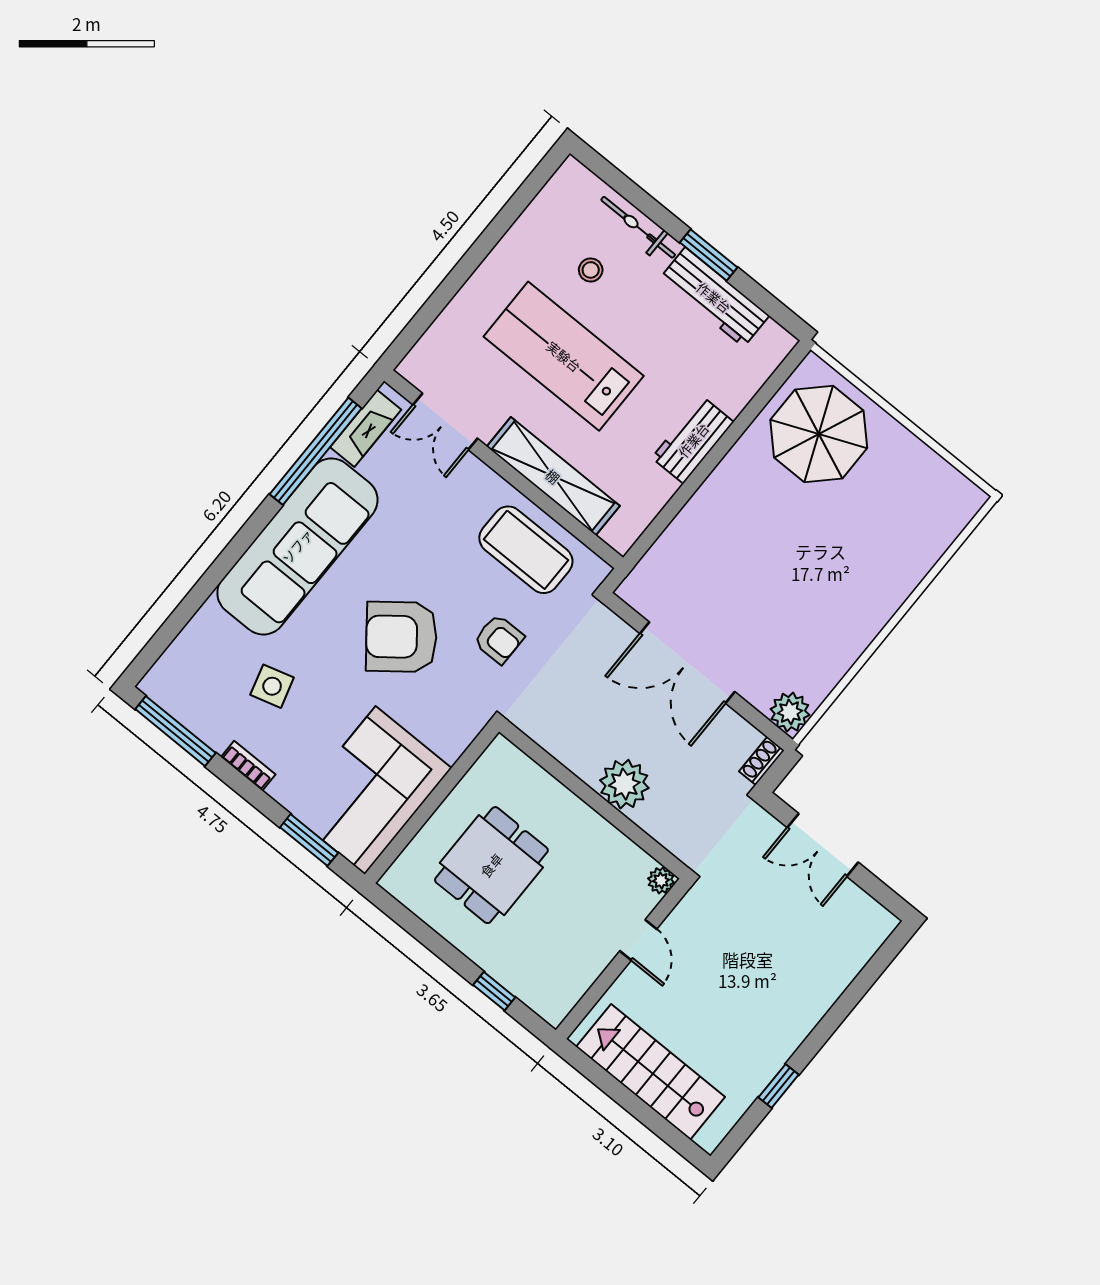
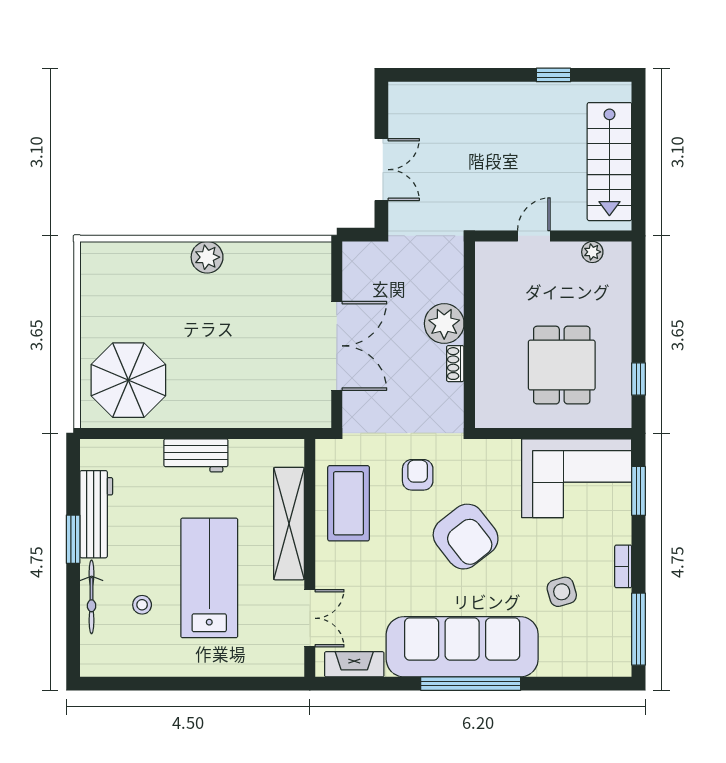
lab bench: (564, 356) -> (209, 578), turned 180
window: (316, 451) -> (471, 684), moved
plant: (790, 712) -> (207, 257), moved
shoe rack: (762, 761) -> (455, 364), moved, turned 90
dining table: (491, 865) -> (562, 365), turned 90
plant: (661, 881) -> (592, 252), moved
window: (494, 991) -> (639, 379), moved

